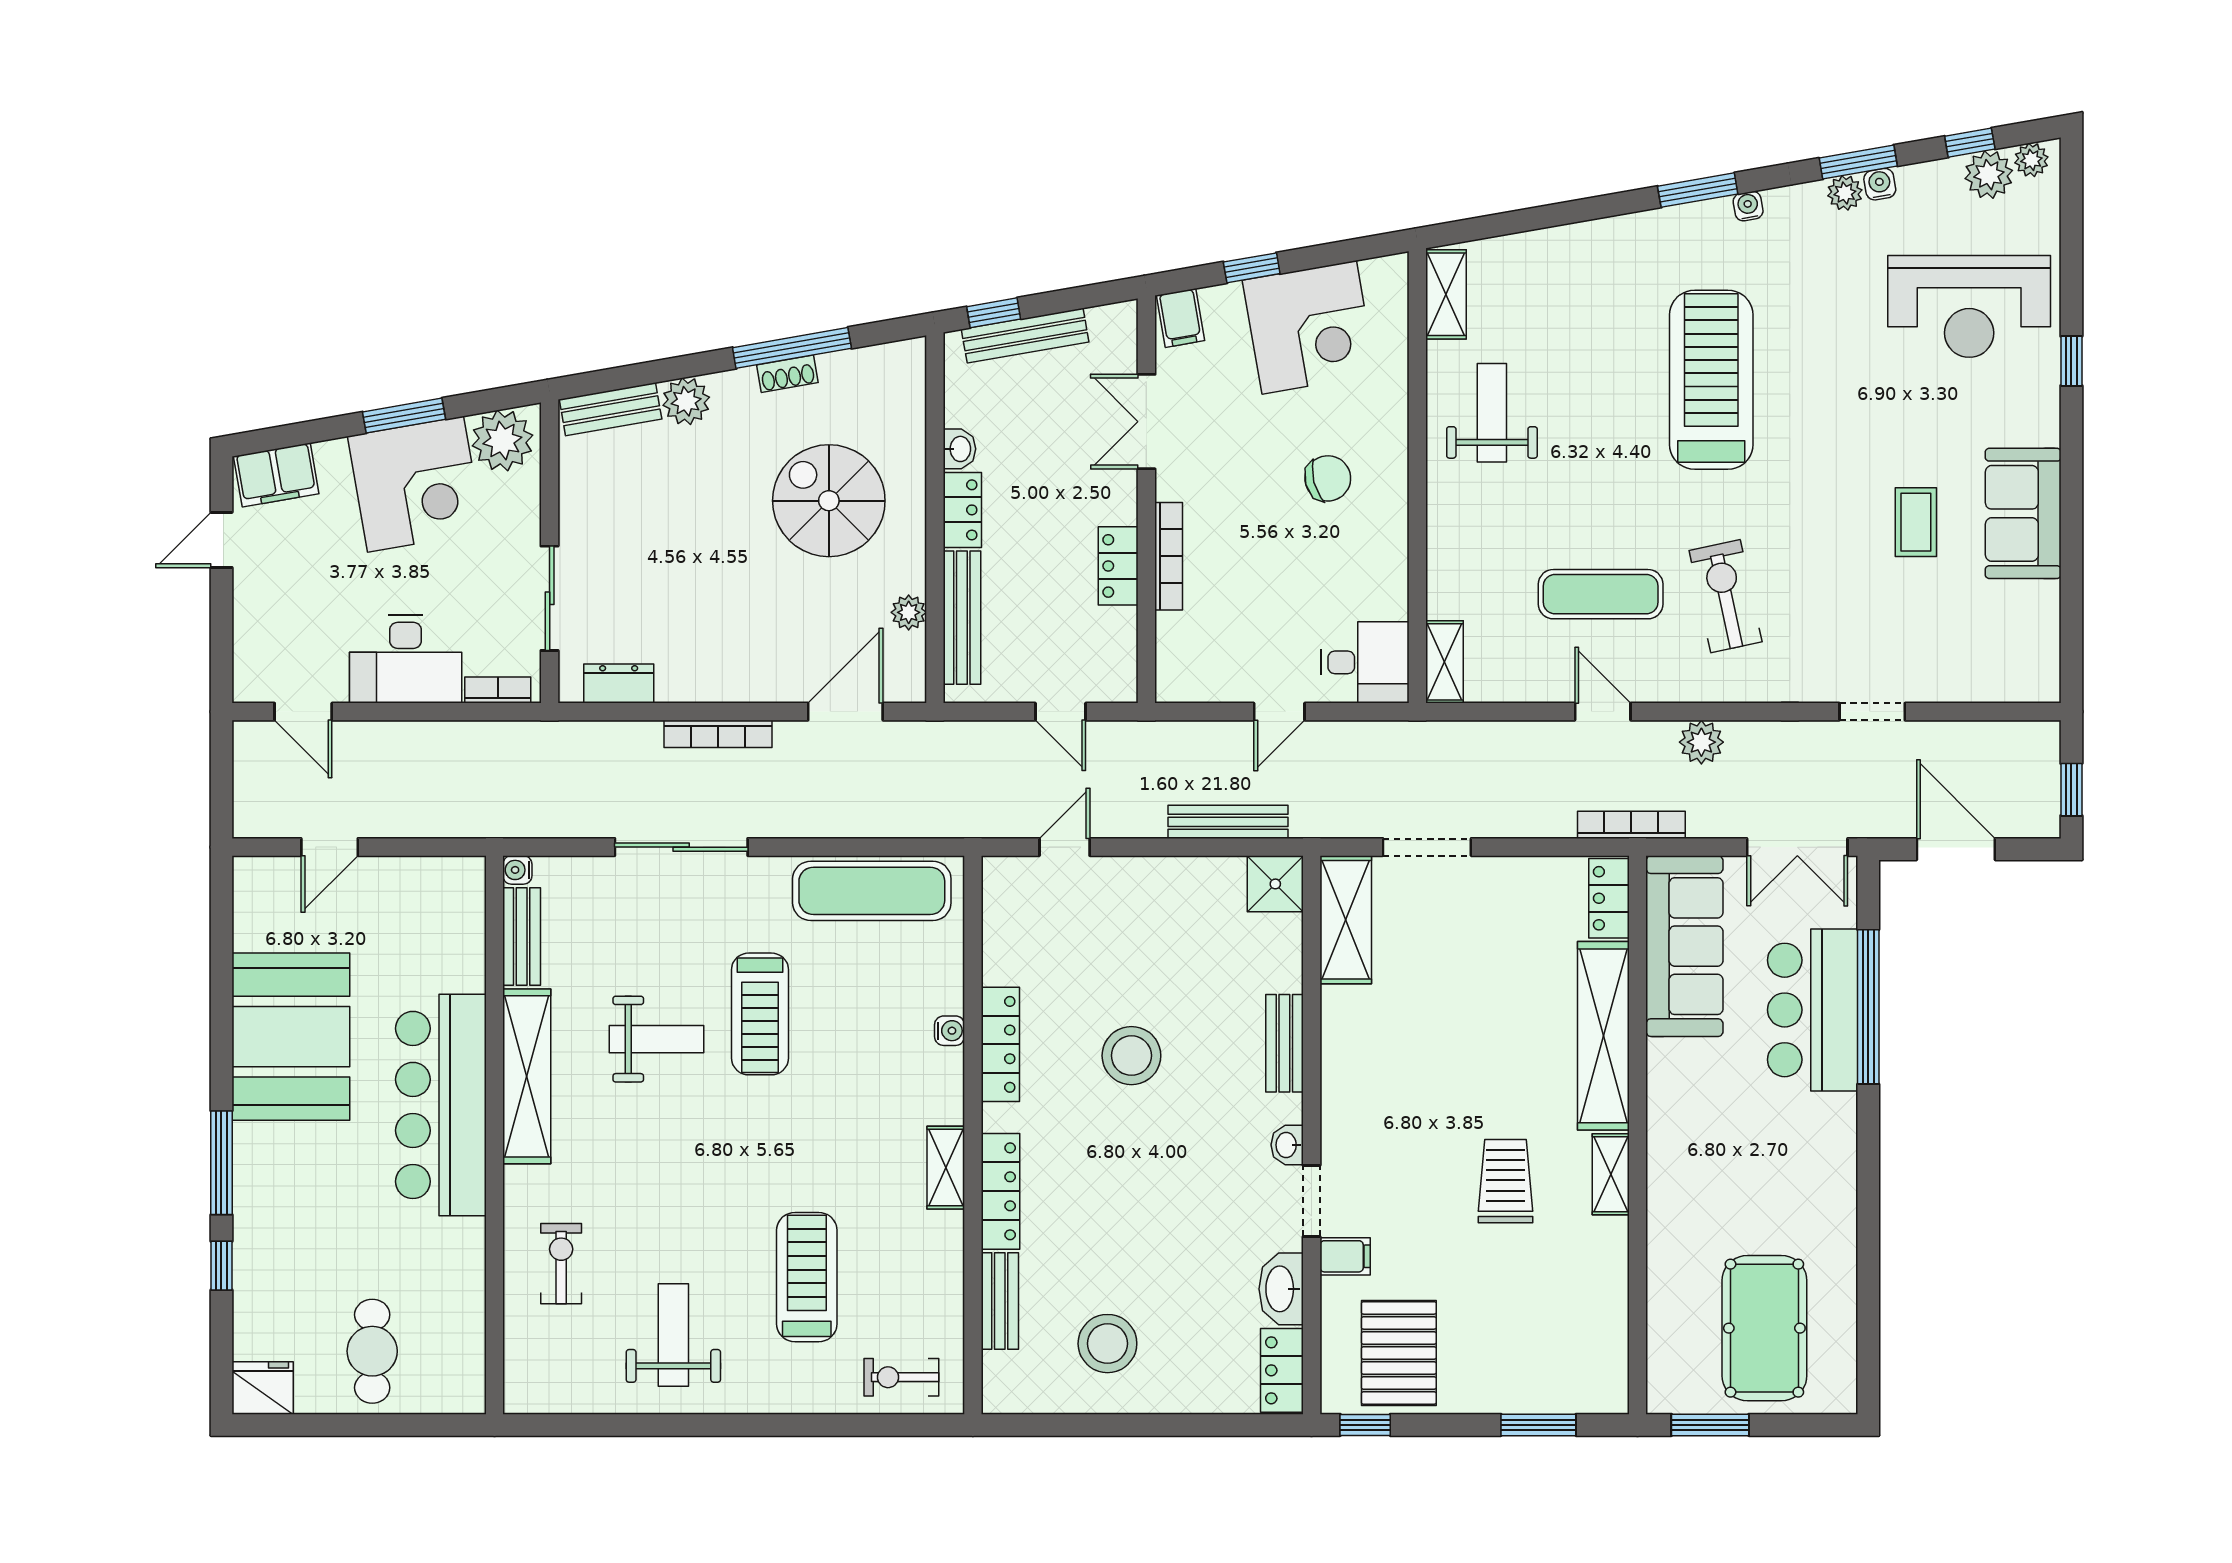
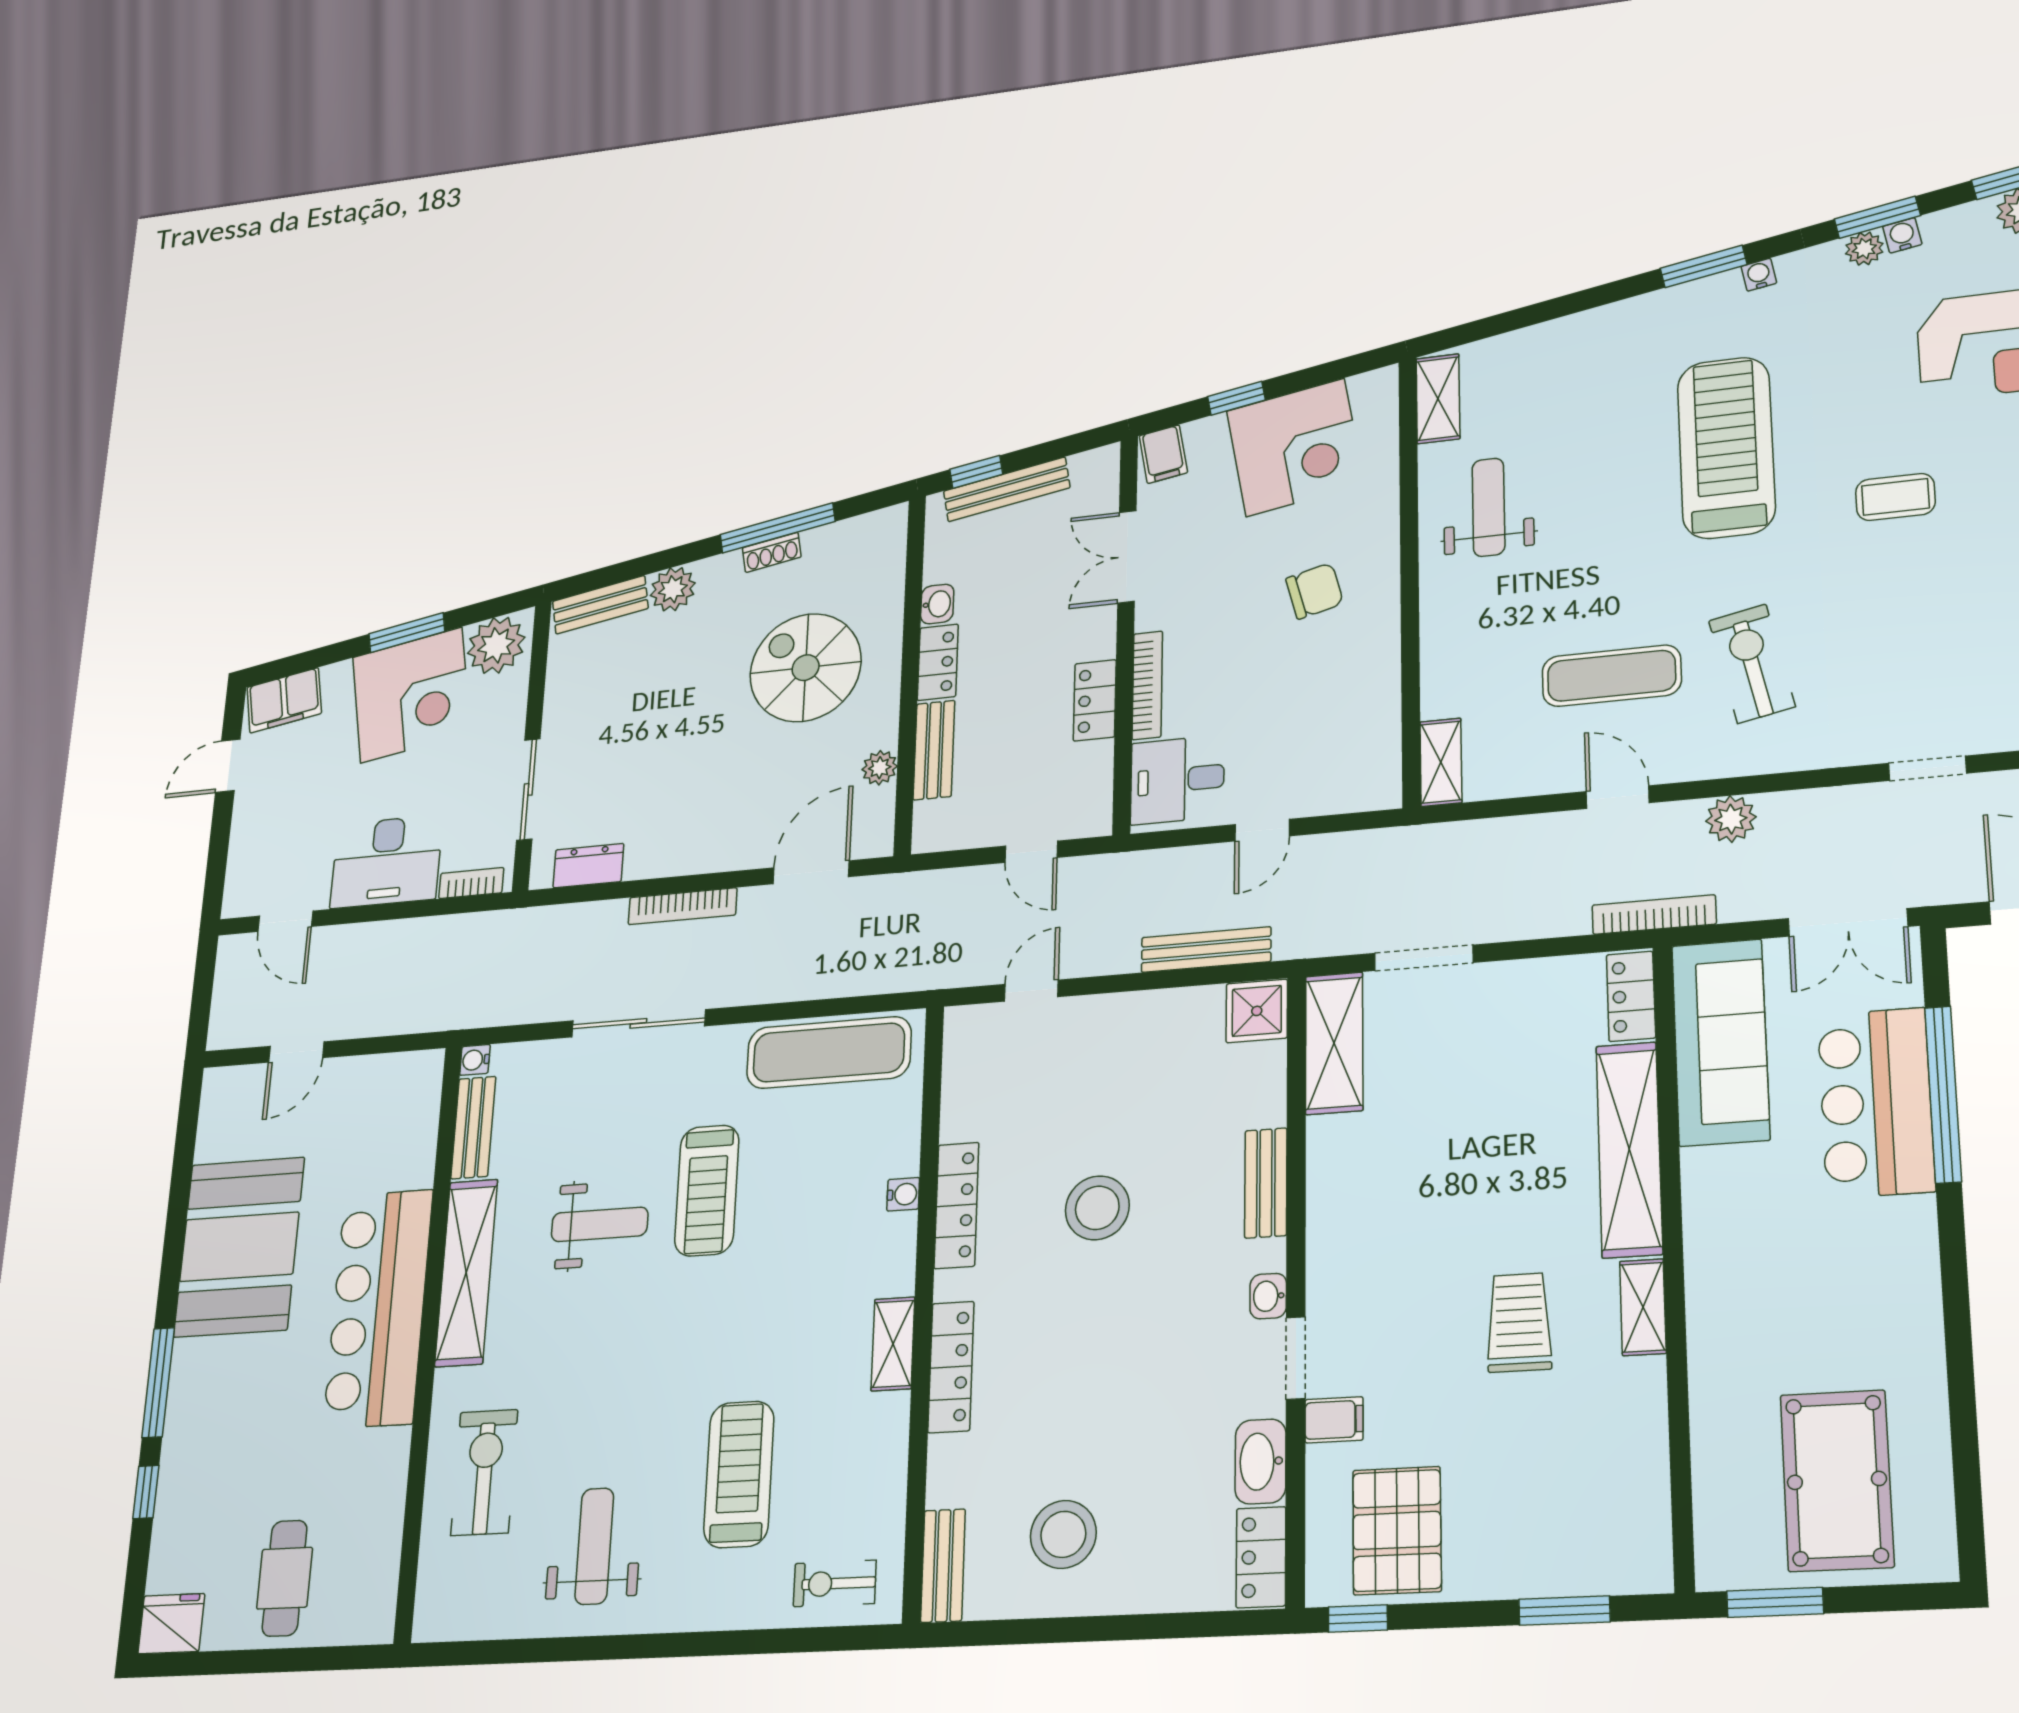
coffee table: (1916, 522) -> (1895, 497), moved, turned 90
bench: (962, 618) -> (934, 750), width x0.73
desk: (1365, 662) -> (1177, 780), moved, turned 180
exercise bike: (561, 1264) -> (484, 1472), width x1.38, depth x1.39
bench: (1000, 1301) -> (943, 1566), moved

